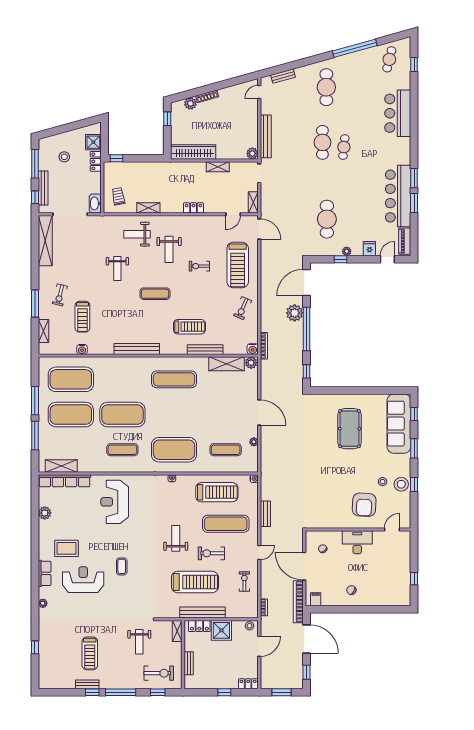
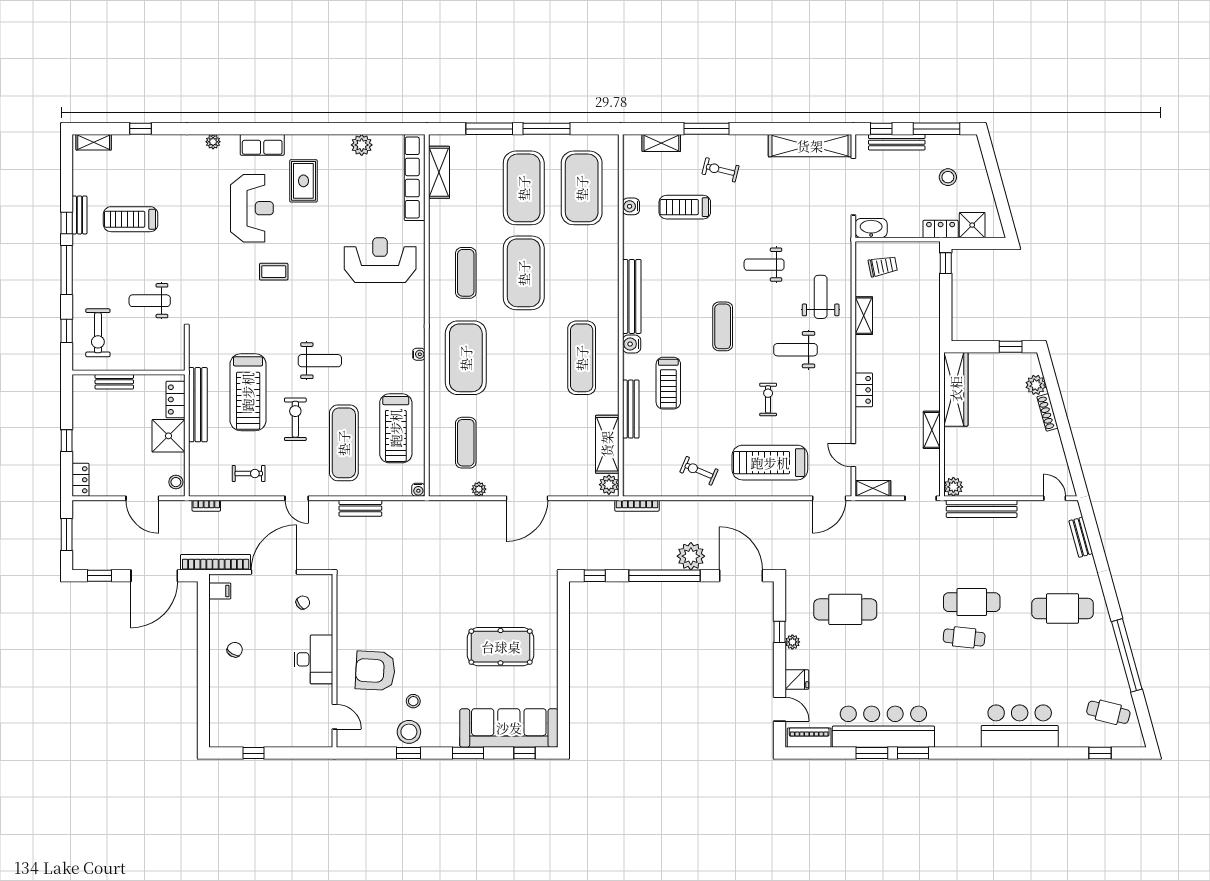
water cooler: (253, 349) -> (632, 344), moved
shelving: (177, 631) -> (94, 142), moved

